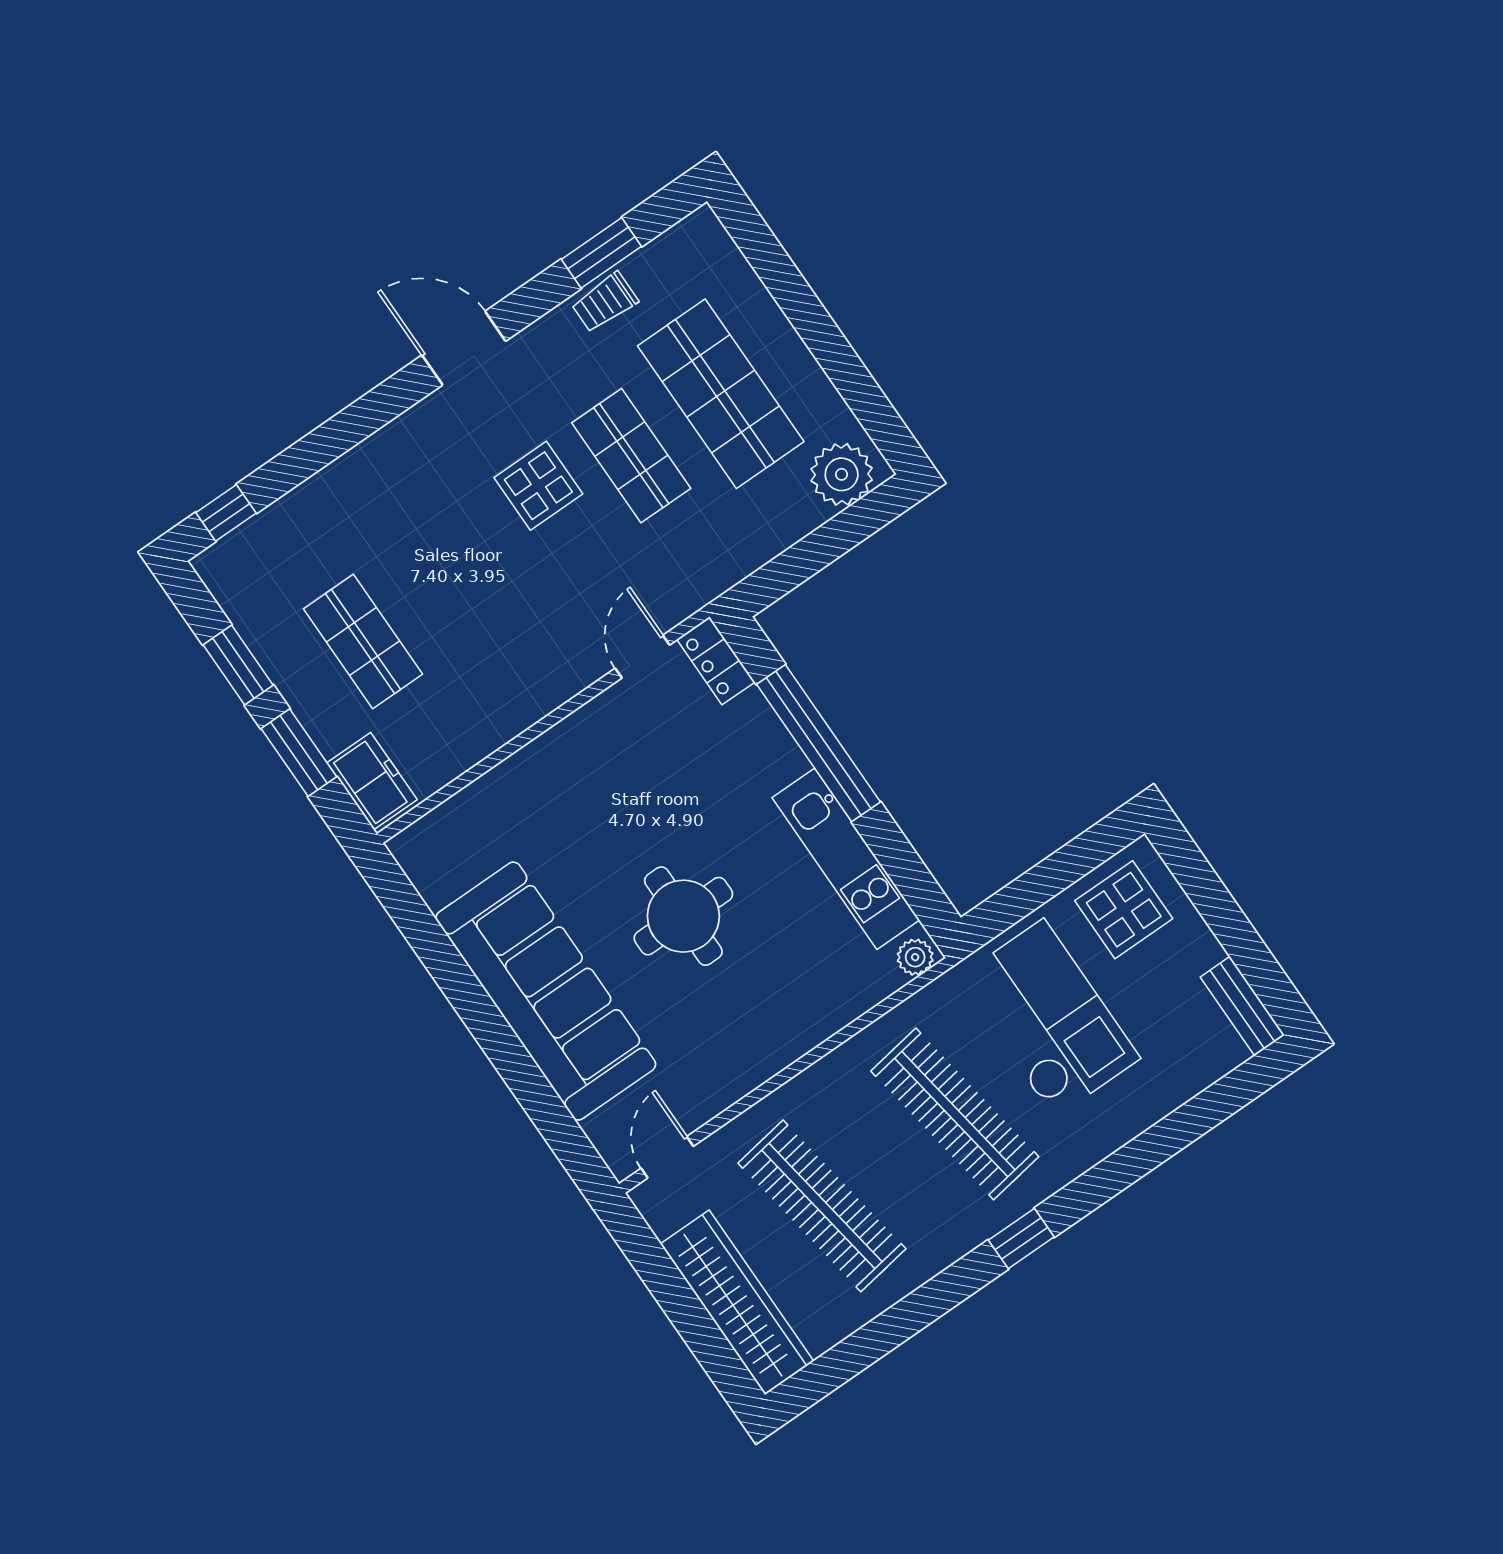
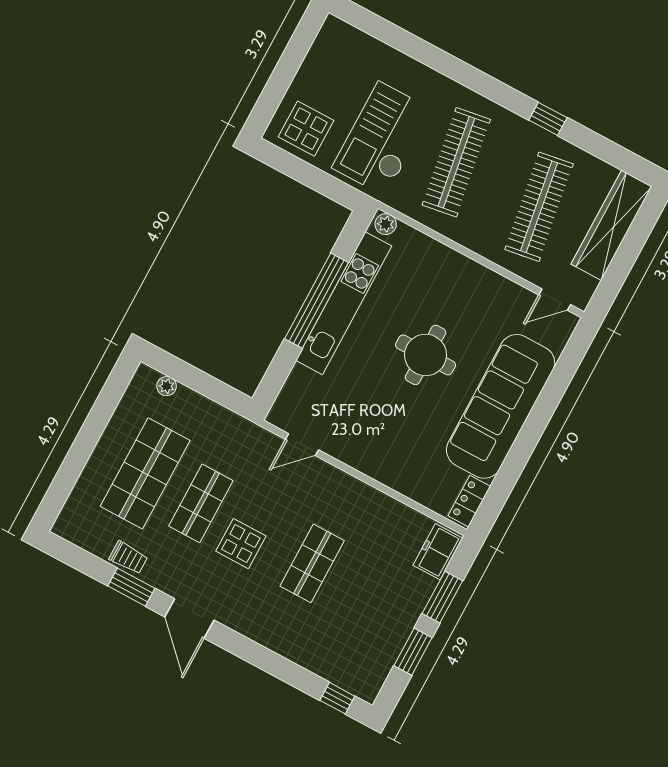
window: (601, 253) -> (131, 587), moved
plant: (842, 474) -> (167, 386), width x0.53, depth x0.53
shop shelf: (363, 641) -> (312, 563), moved
locker: (716, 661) -> (469, 501), moved, turned 180
window: (819, 743) -> (316, 301), moved
kitchen unit: (846, 859) -> (344, 303), width x1.36
bench: (1242, 1006) -> (325, 42), removed
window: (1021, 1239) -> (548, 119), moved

